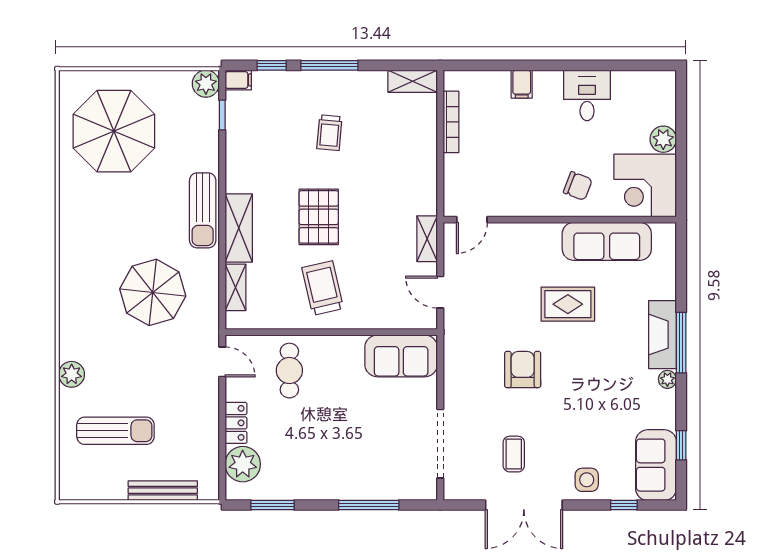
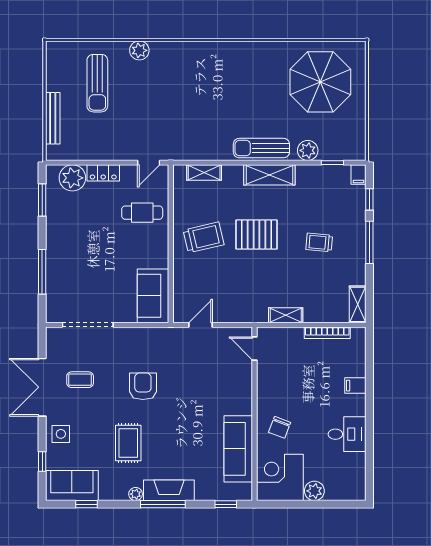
plant: (206, 84) -> (308, 150), moved
shelving: (239, 228) -> (269, 175), moved
shelving: (427, 239) -> (286, 315), moved
window: (681, 258) -> (226, 504), added
parasol: (153, 292) -> (200, 111), removed
rug: (568, 304) -> (128, 443), moved
armchair: (523, 370) -> (143, 386), turned -90

